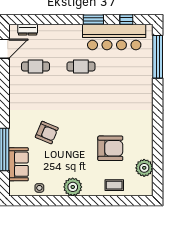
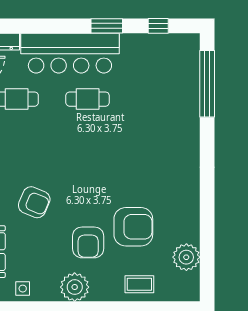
bar counter: (114, 37) -> (70, 53), moved
armchair: (81, 158) -> (88, 242), added

